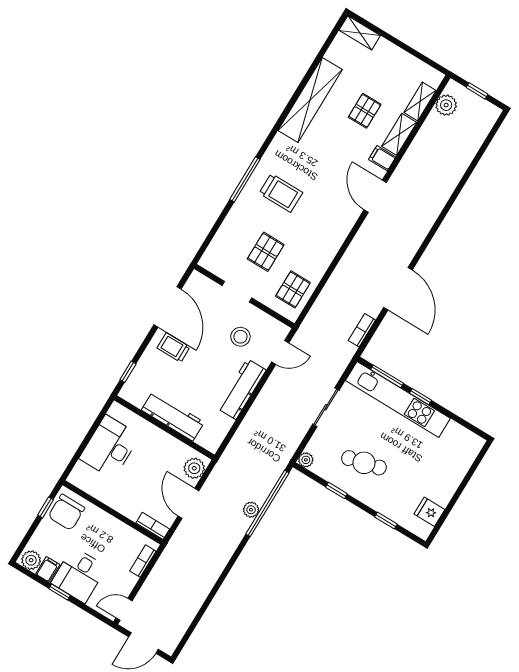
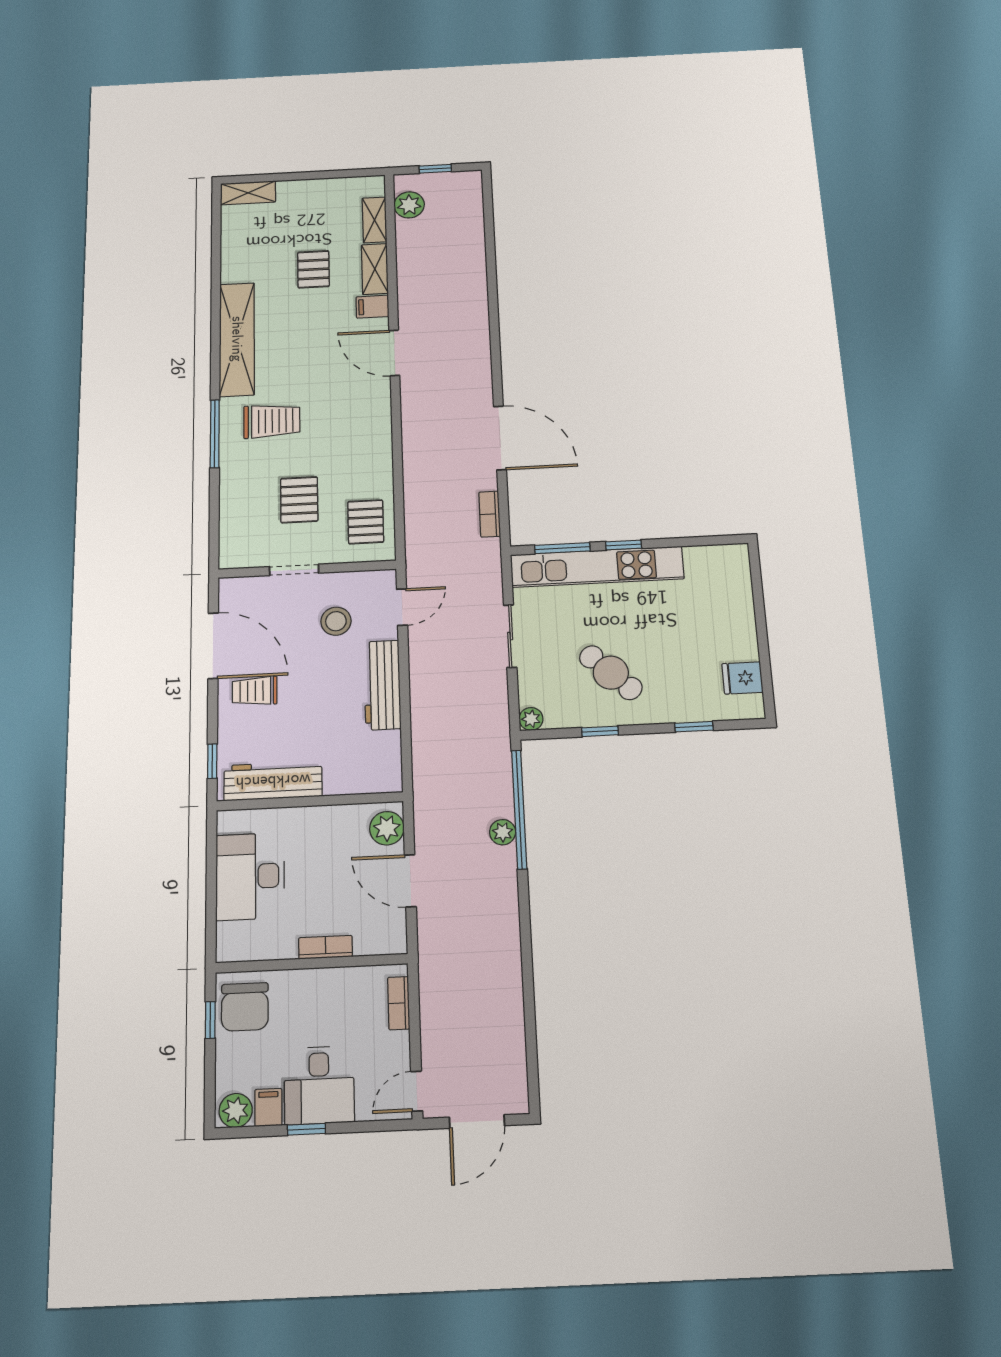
shelving: (310, 100) -> (237, 339), moved
workbench: (173, 416) -> (273, 781), moved
cafe table: (364, 463) -> (611, 673), turned 58
bookcase: (153, 526) -> (325, 947), moved

